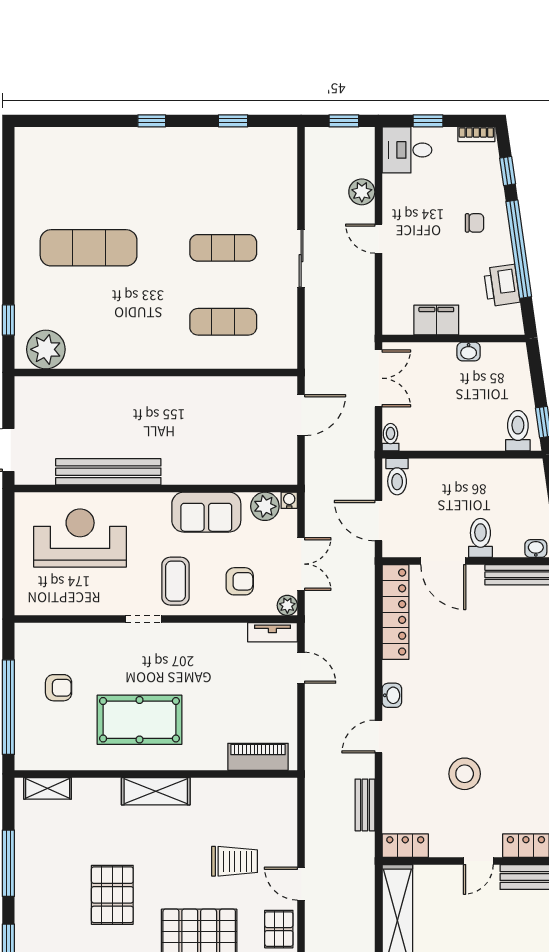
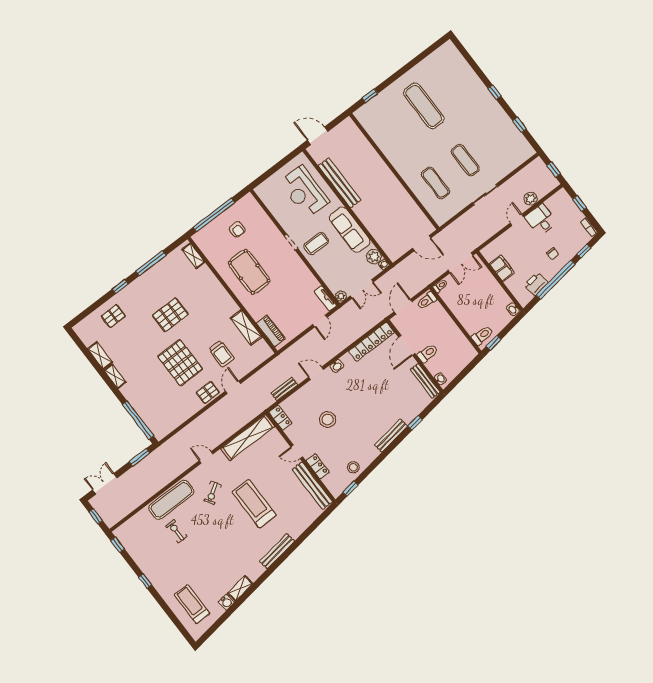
desk: (407, 150) -> (541, 220), moved
plant: (46, 349) -> (370, 120), removed
washbasin: (469, 352) -> (513, 309), moved
sofa: (206, 512) -> (350, 230), width x1.36
reception desk: (80, 538) -> (304, 192), turned 180
armchair: (240, 581) -> (336, 270), removed
shelving: (156, 791) -> (246, 327), moved

